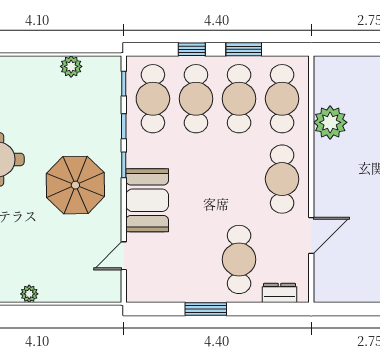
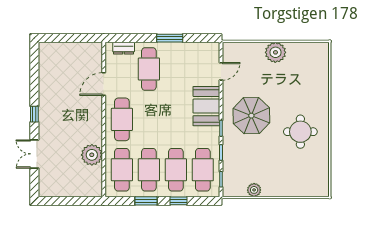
plant: (29, 294) -> (275, 52), width x1.88, depth x1.88

